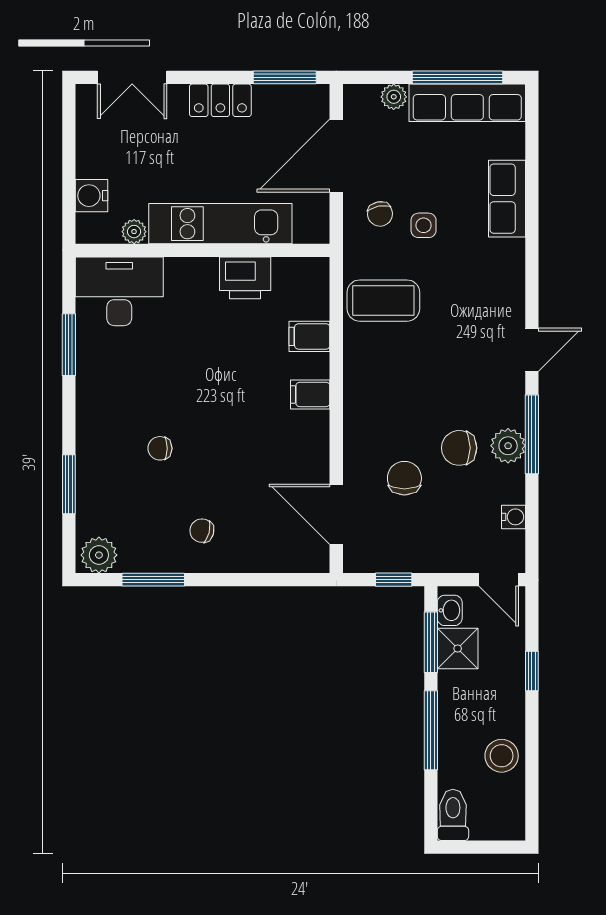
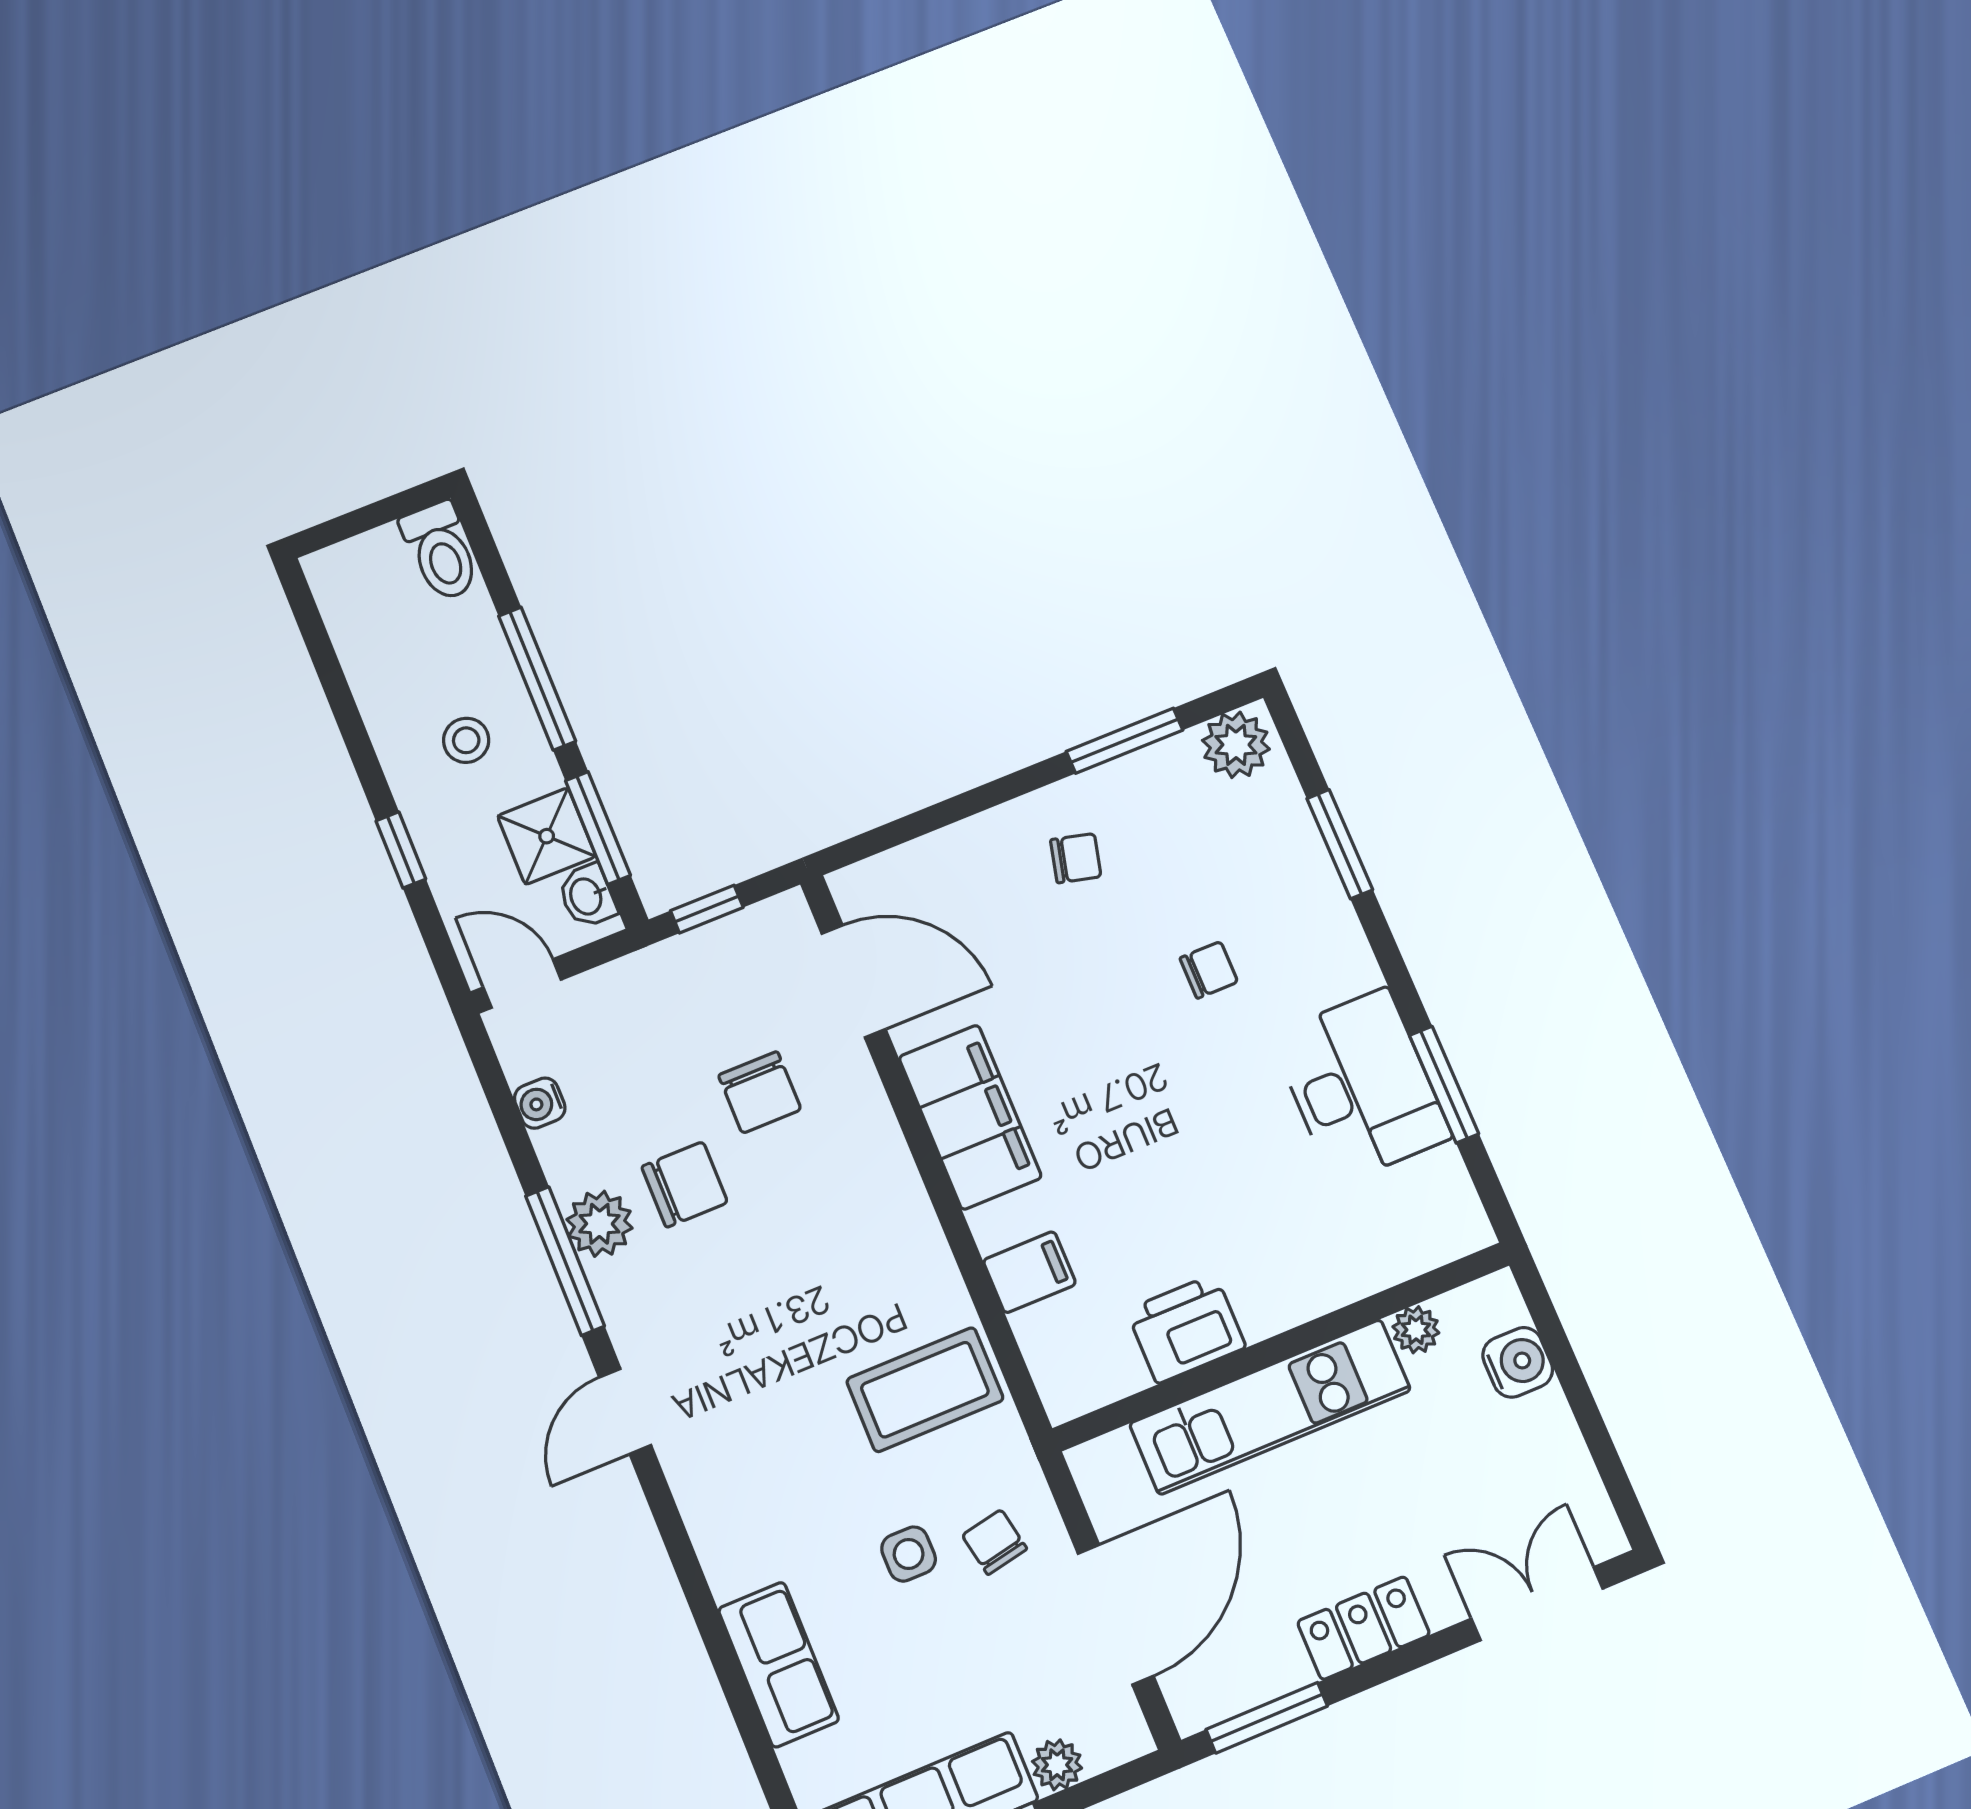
desk: (119, 291) -> (1361, 1086), moved, turned -90
filing cabinet: (310, 394) -> (970, 1117), width x3.00, depth x1.17
stool: (502, 756) -> (466, 740), moved, width x0.73, depth x0.73

